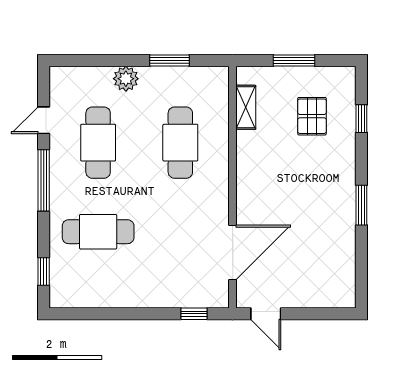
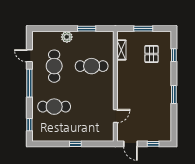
door: (44, 120) -> (29, 56), hinge flipped
cafe table: (180, 143) -> (92, 66), turned 90
door: (233, 252) -> (115, 116), width x0.53
window: (194, 314) -> (75, 144), moved
window: (315, 314) -> (153, 144), added

